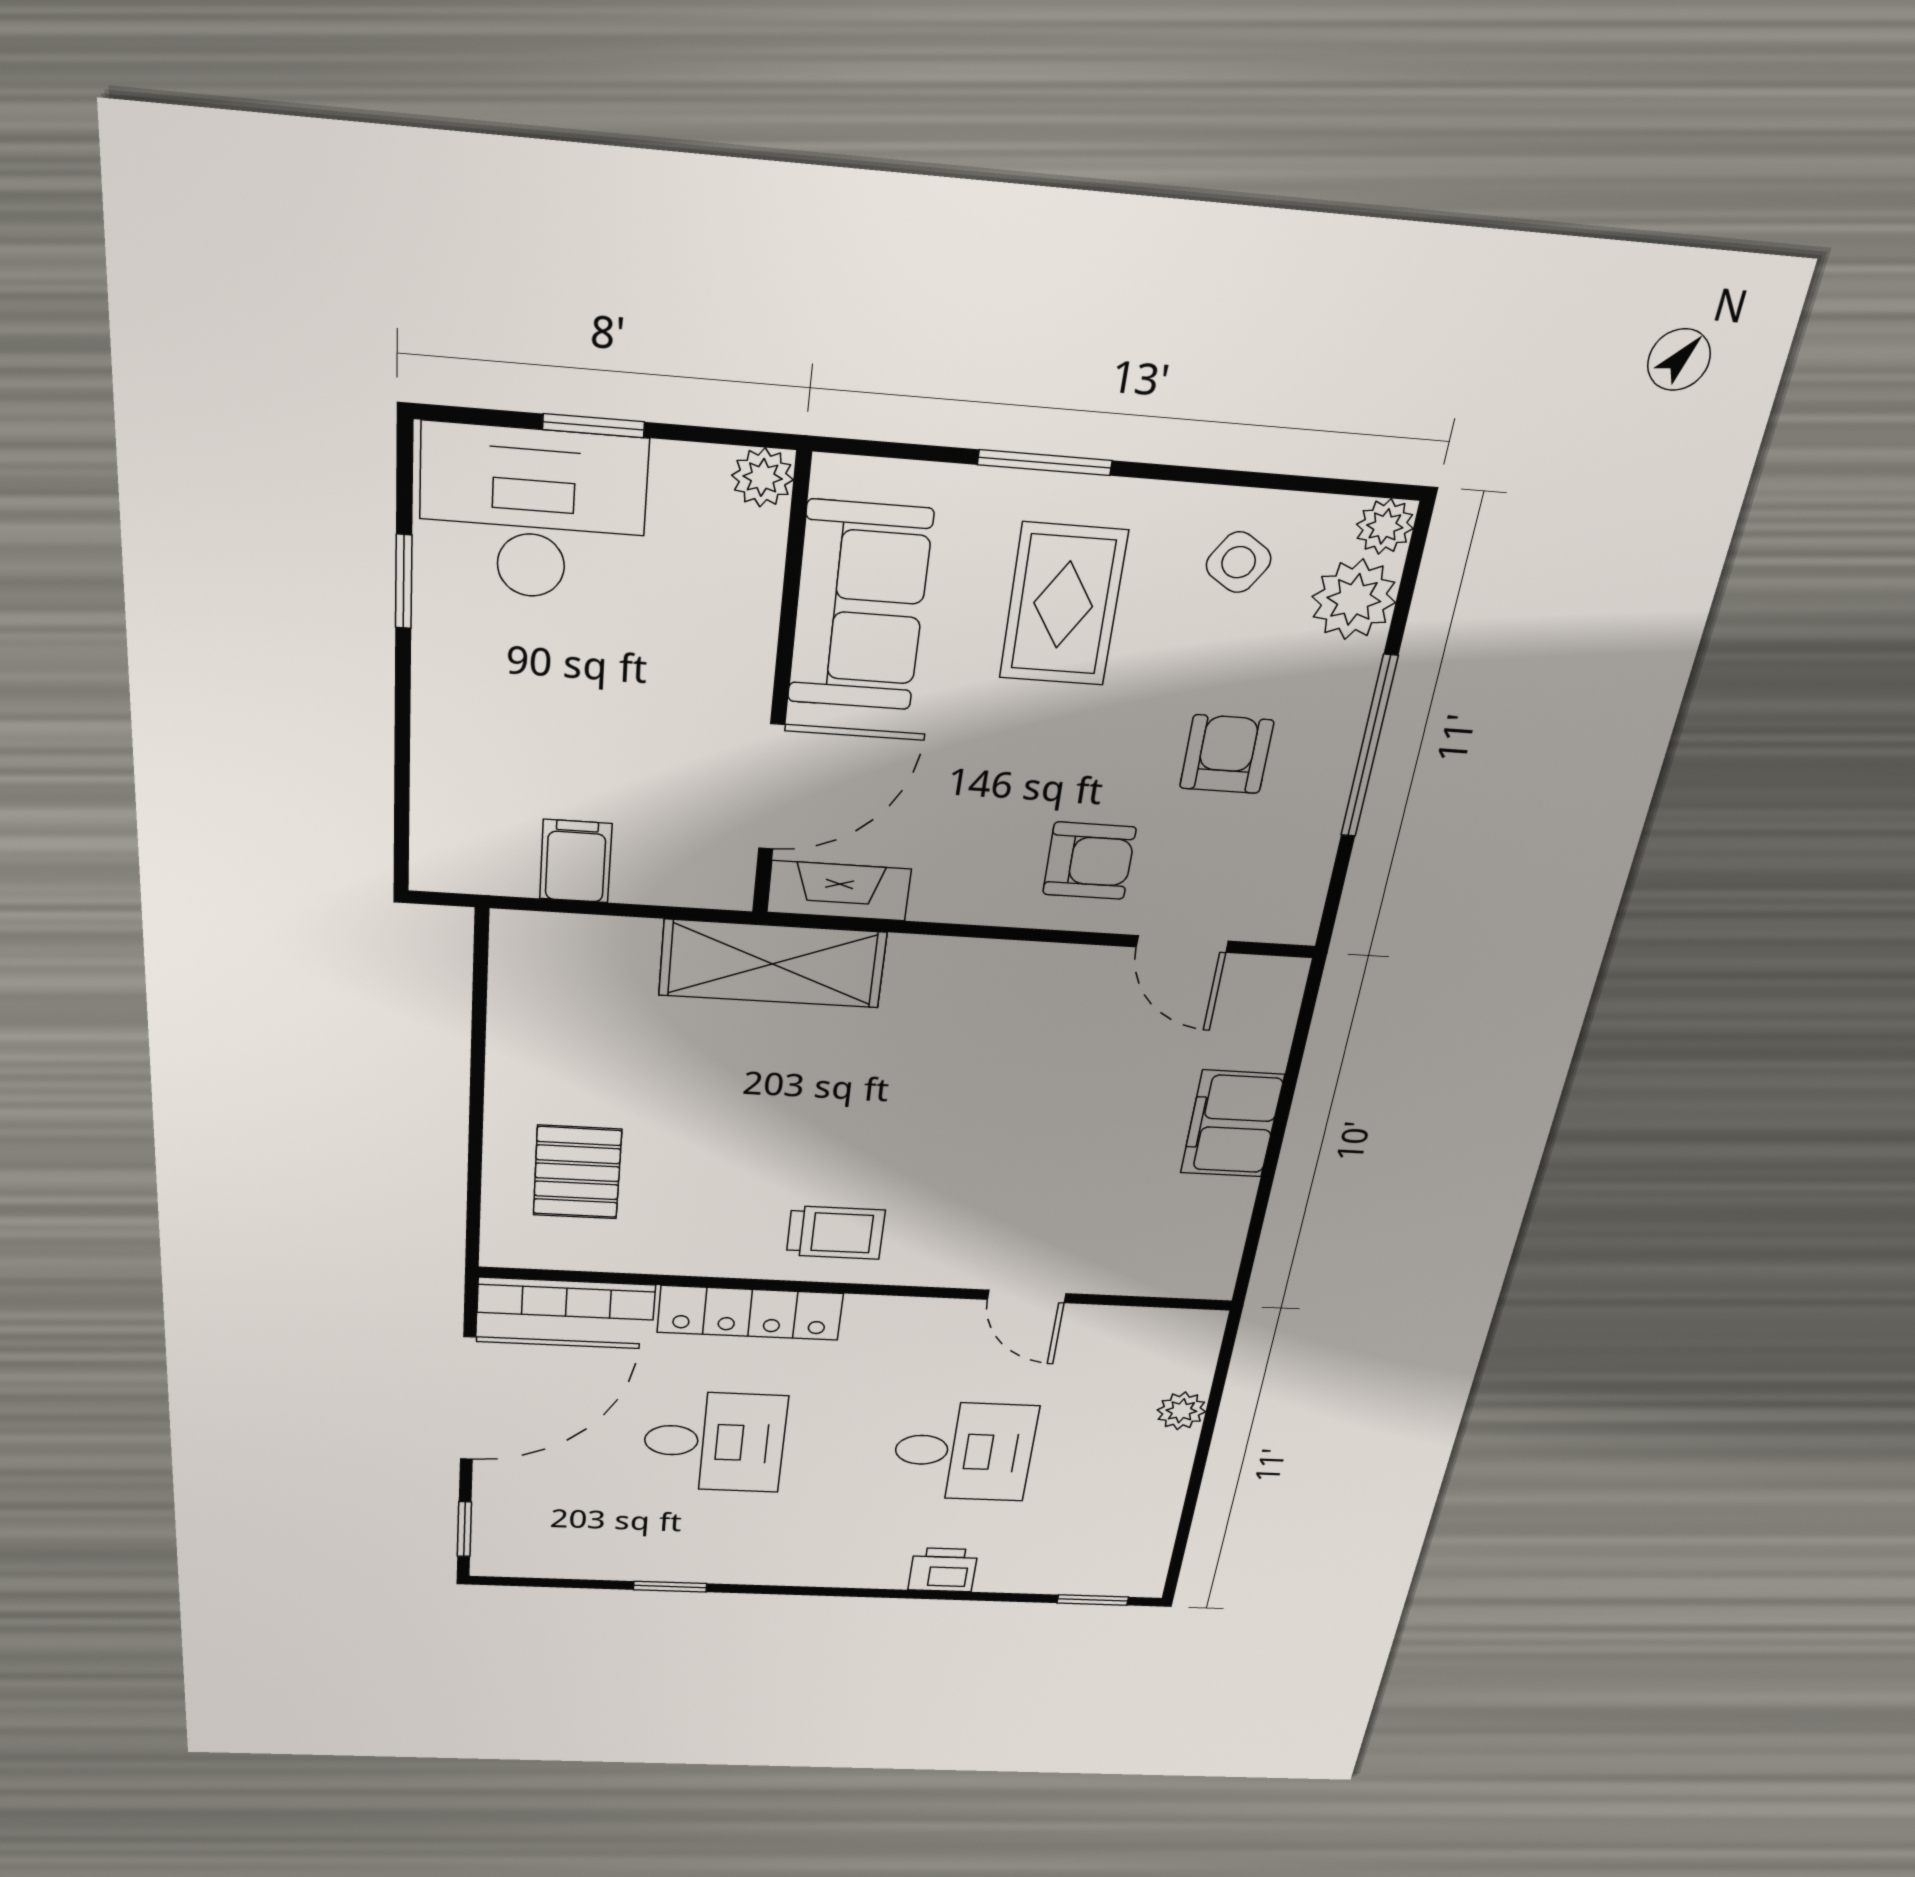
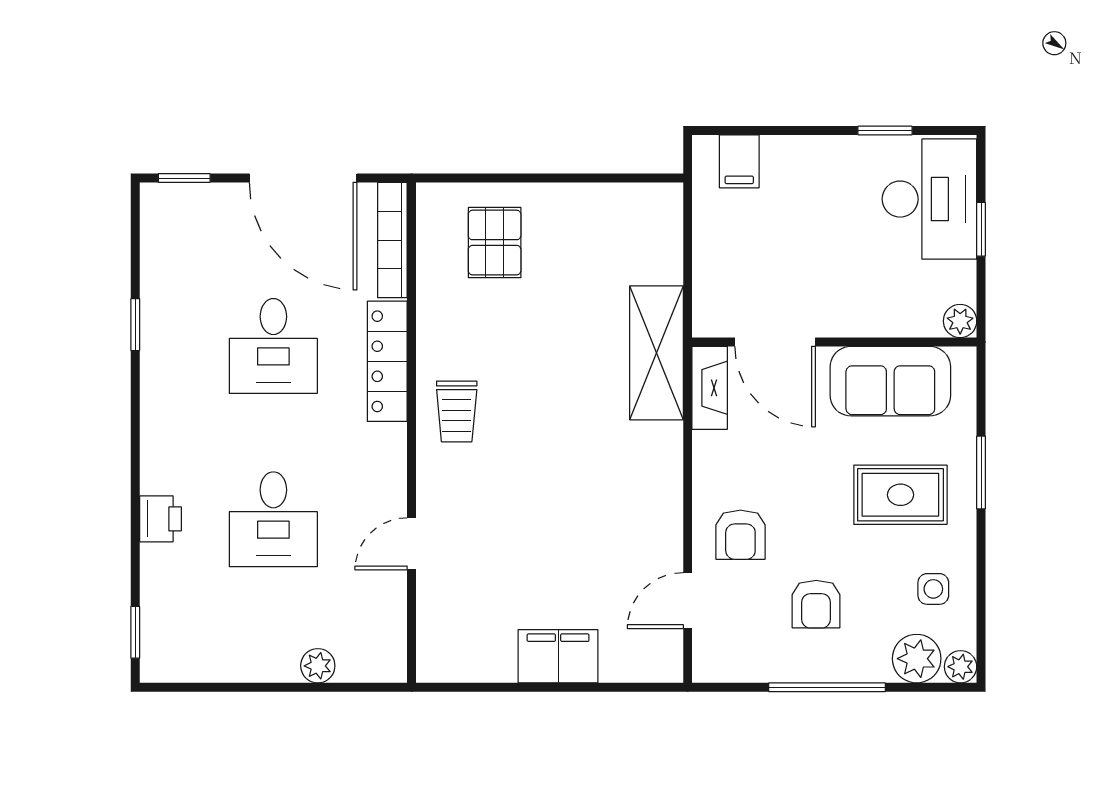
side table: (1239, 562) -> (933, 589), turned -33
armchair: (1227, 754) -> (816, 604), turned 90
filing cabinet: (576, 861) -> (739, 161), moved, turned 90
pallet: (577, 1172) -> (495, 243), turned 90

